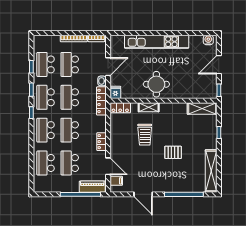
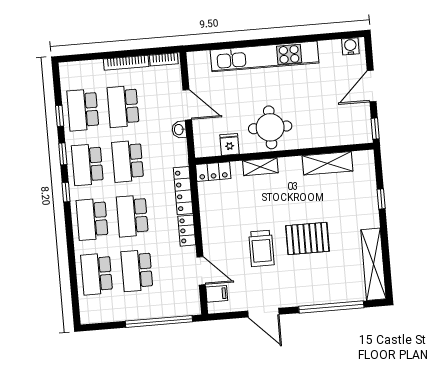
door: (108, 67) -> (187, 105), hinge flipped
fridge: (115, 92) -> (229, 144), moved
locker: (101, 101) -> (183, 191), moved
shelving: (202, 108) -> (327, 163), moved
trolley: (145, 135) -> (261, 248), moved
pallet: (173, 152) -> (307, 238), width x1.50, depth x1.42
piano: (92, 187) -> (178, 307), removed

